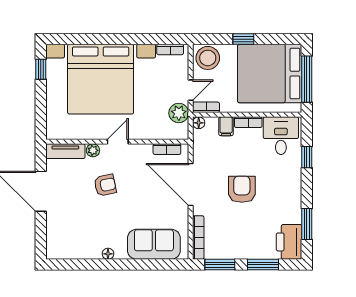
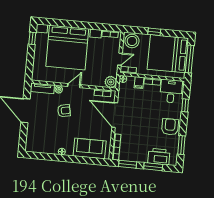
plant: (179, 113) -> (111, 82), moved
armchair: (242, 189) -> (170, 127), moved
printer: (289, 242) -> (159, 157), moved, turned 90

